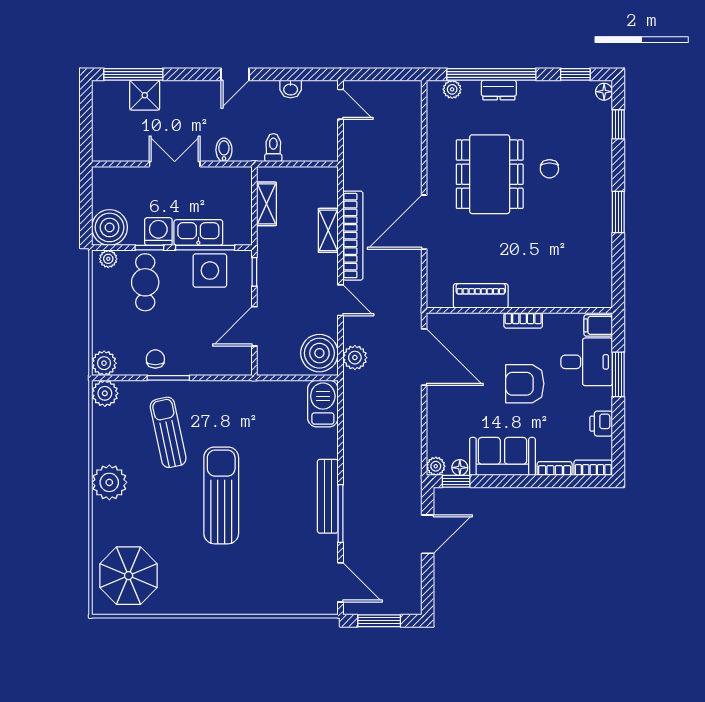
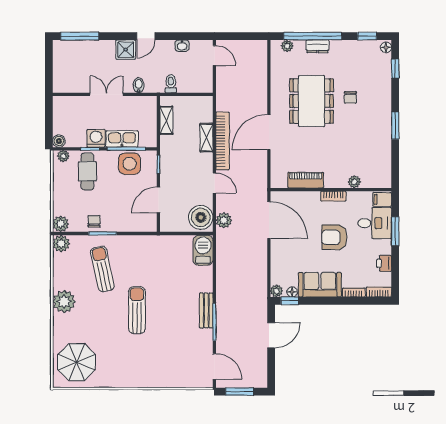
shower: (145, 95) -> (126, 50), moved
boiler: (110, 227) -> (59, 141), width x0.54, depth x0.54
plant: (556, 298) -> (354, 182), added
sun lounger: (221, 495) -> (137, 310), width x0.73, depth x0.75
bench: (328, 496) -> (206, 311), width x0.73

